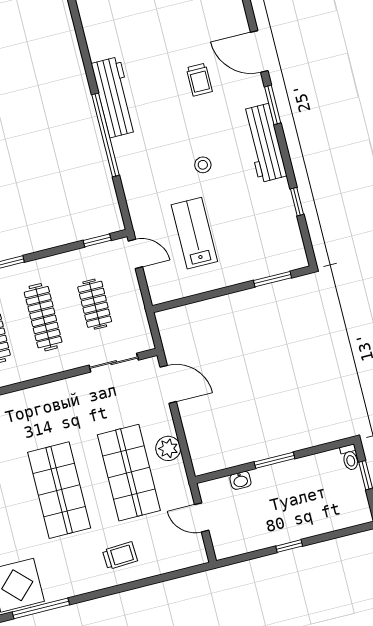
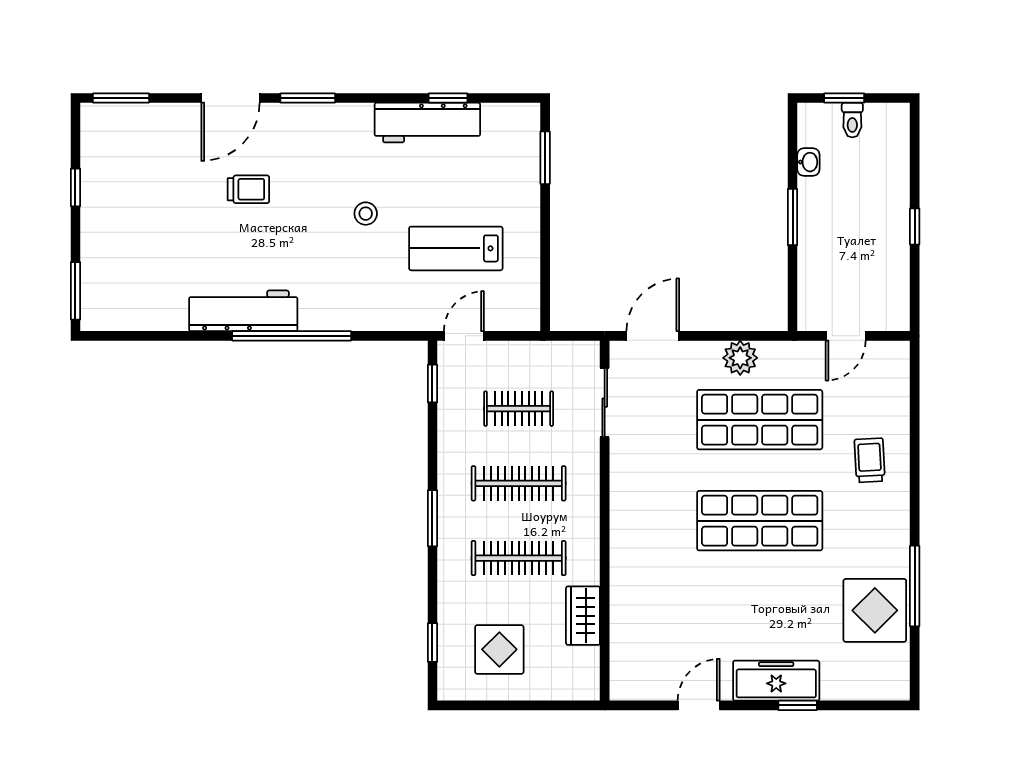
workbench: (264, 143) -> (427, 122), moved
toilet: (350, 457) -> (852, 120), moved, turned 90
washbasin: (240, 480) -> (808, 162), moved

